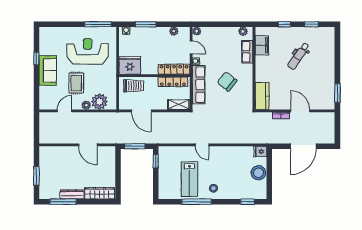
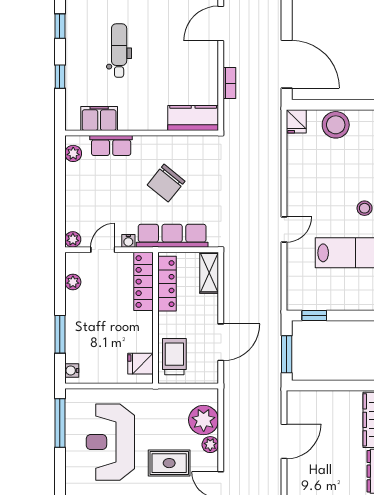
dental chair: (298, 56) -> (119, 51), turned -124
fridge: (130, 65) -> (141, 364), width x0.53, depth x0.75
door: (300, 111) -> (221, 23), moved
door: (303, 146) -> (287, 64), moved

